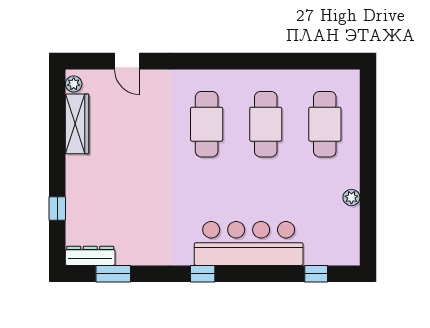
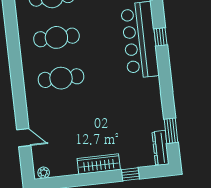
door: (127, 61) -> (24, 138), hinge flipped
wardrobe: (77, 124) -> (99, 164), moved
window: (203, 274) -> (160, 37), moved

